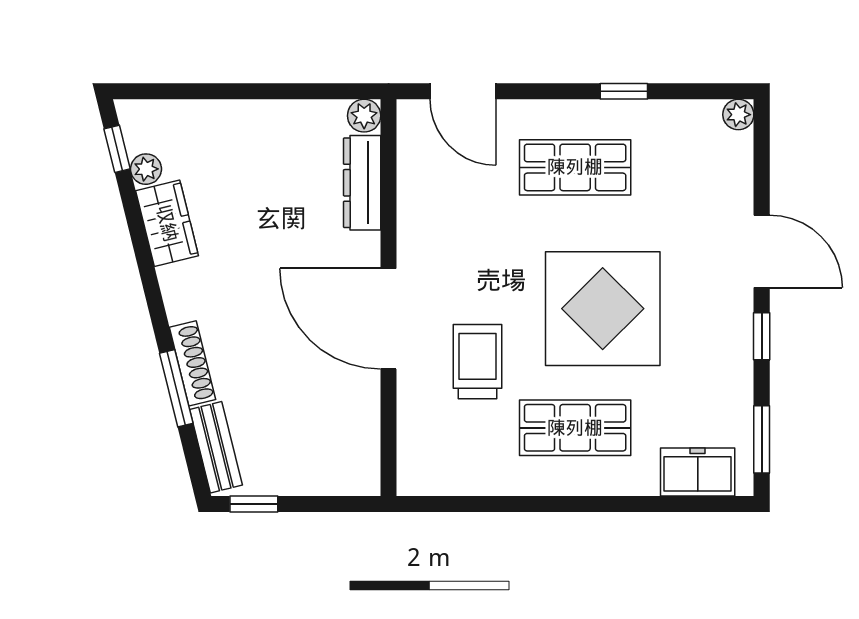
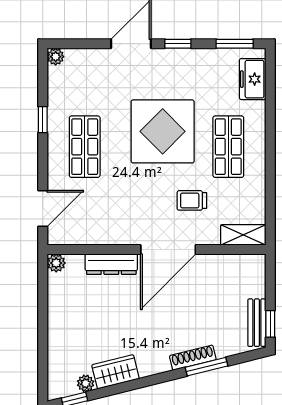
dresser: (362, 183) -> (111, 264), moved
trolley: (477, 362) -> (192, 200), width x0.73, depth x0.72
bench: (216, 447) -> (257, 323), moved, turned -76
shelving: (415, 455) -> (243, 235), added

